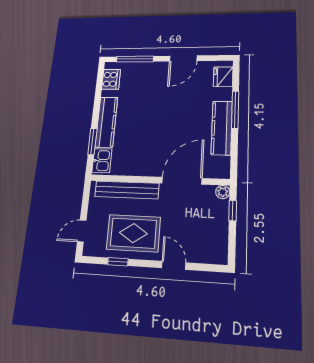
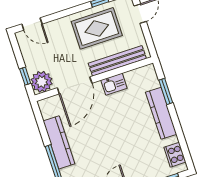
kitchen sink: (102, 161) -> (114, 84), moved, turned -90
plant: (223, 192) -> (42, 82), width x1.87, depth x1.87
door: (174, 265) -> (32, 24), moved

